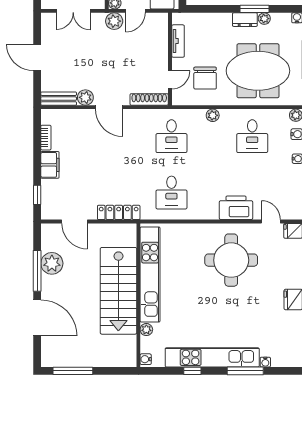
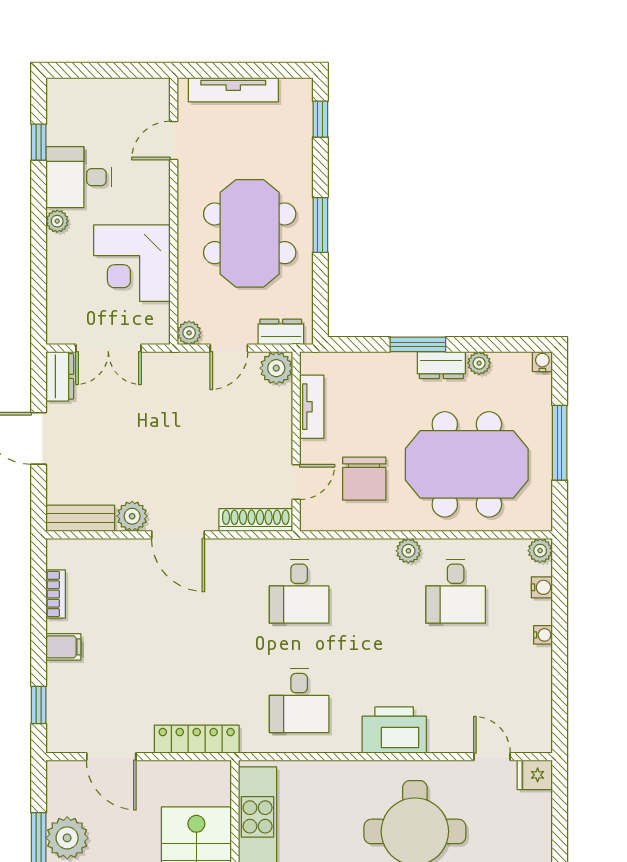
window: (255, 9) -> (418, 344), moved
plant: (114, 21) -> (276, 368), moved
dresser: (48, 25) -> (60, 376), added
plant: (213, 115) -> (408, 551), moved
filing cabinet: (50, 165) -> (63, 647), width x0.50
printer: (236, 208) -> (394, 730), moved

